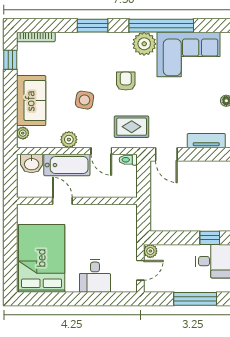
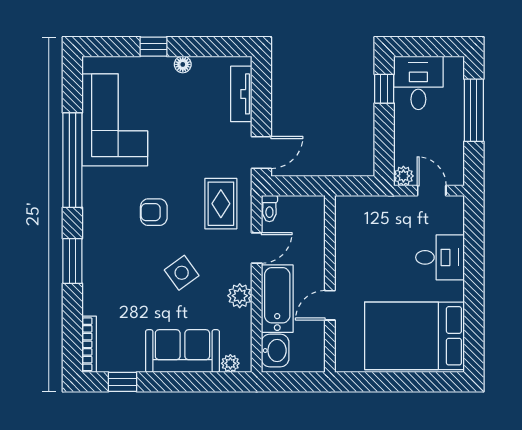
plant: (144, 44) -> (99, 185), removed
side table: (84, 100) -> (182, 273), turned 45

